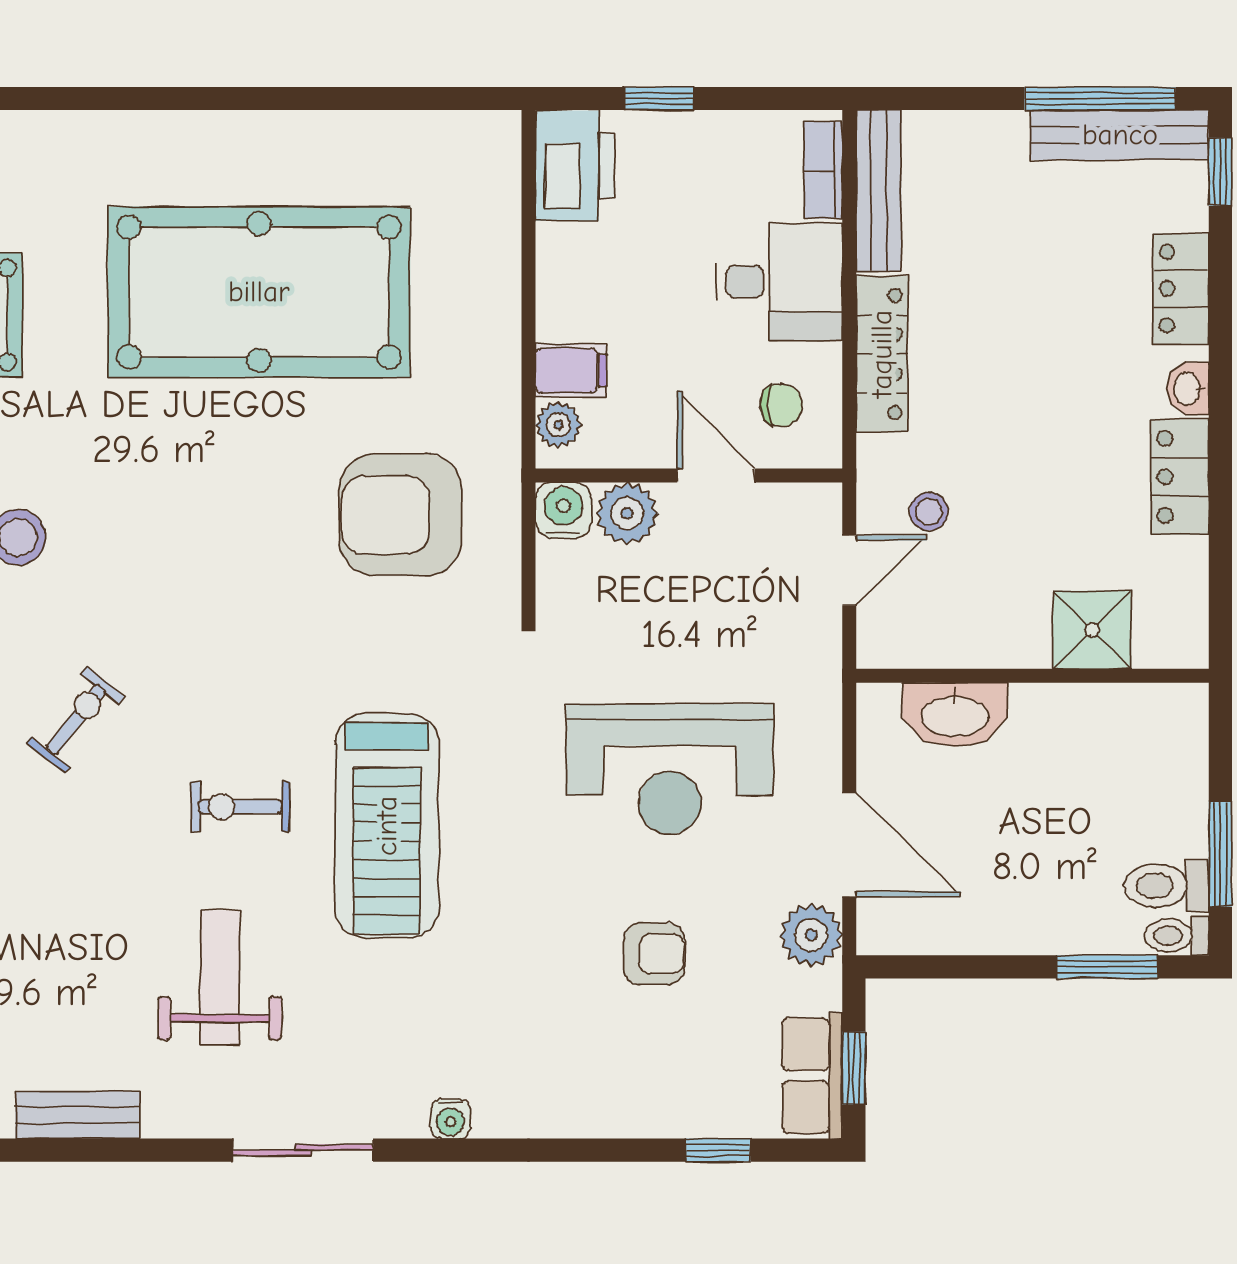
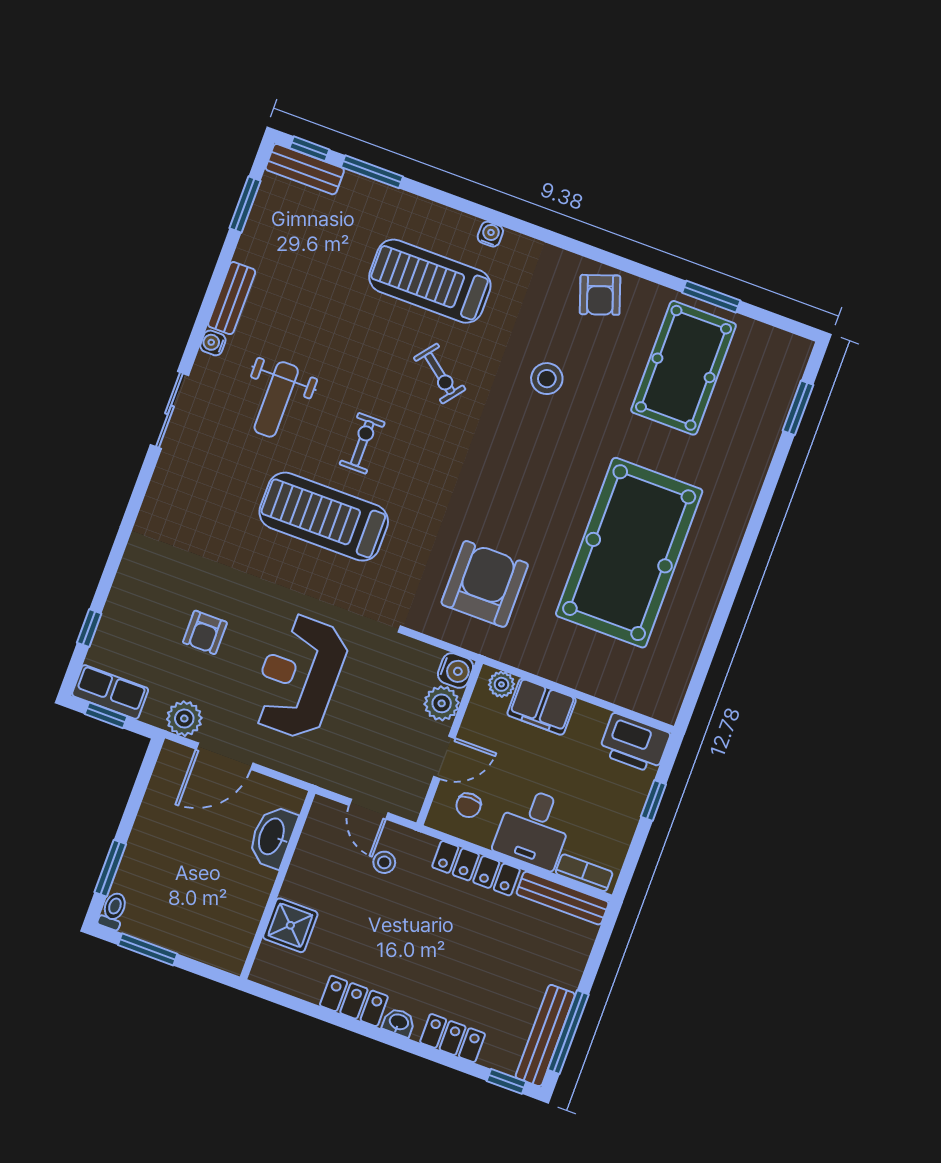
filing cabinet: (571, 371) -> (542, 707), width x2.00
toilet: (1167, 886) -> (141, 915), removed
weight bench: (220, 978) -> (276, 399), turned 90
water cooler: (451, 1119) -> (213, 343), moved

